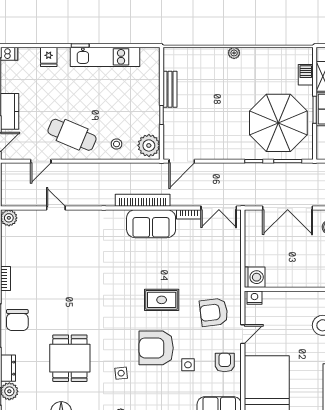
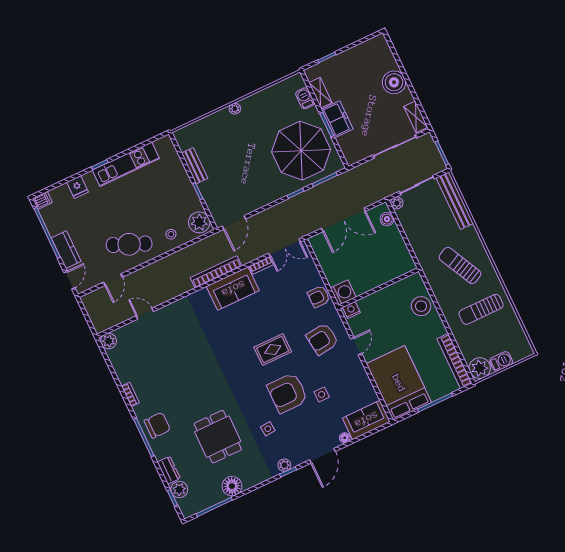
chair: (17, 320) -> (157, 425), turned -90
armchair: (225, 363) -> (319, 297), moved, turned -90

